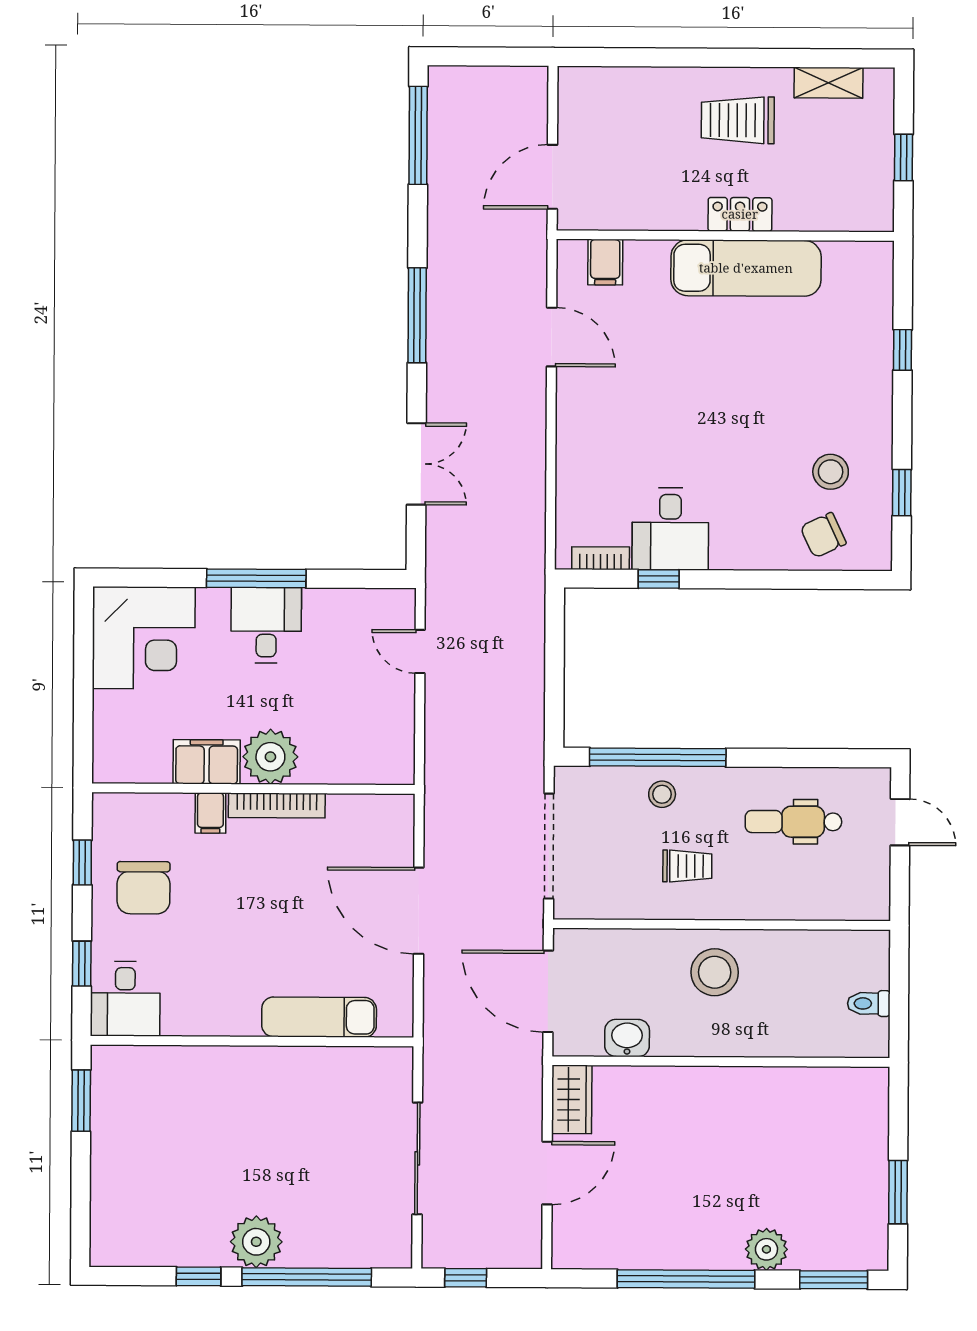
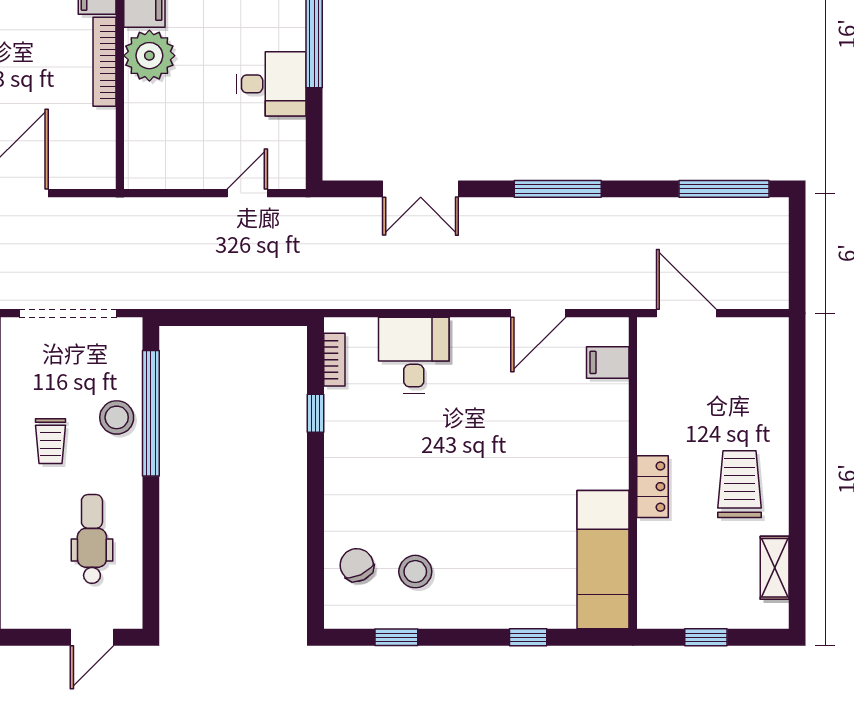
exam couch: (746, 268) -> (603, 560), moved
desk: (670, 529) -> (414, 355), moved, turned 90
desk: (266, 625) -> (271, 84), moved
stool: (662, 794) -> (117, 417), width x1.37, depth x1.37

